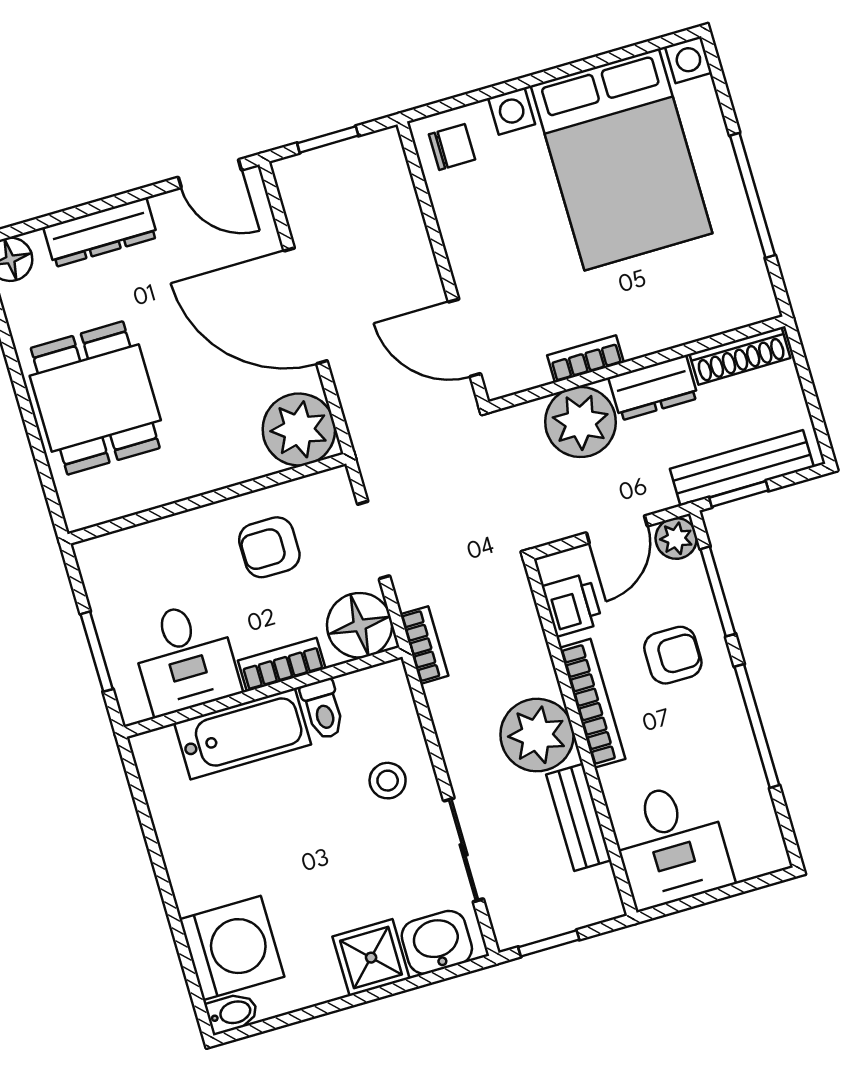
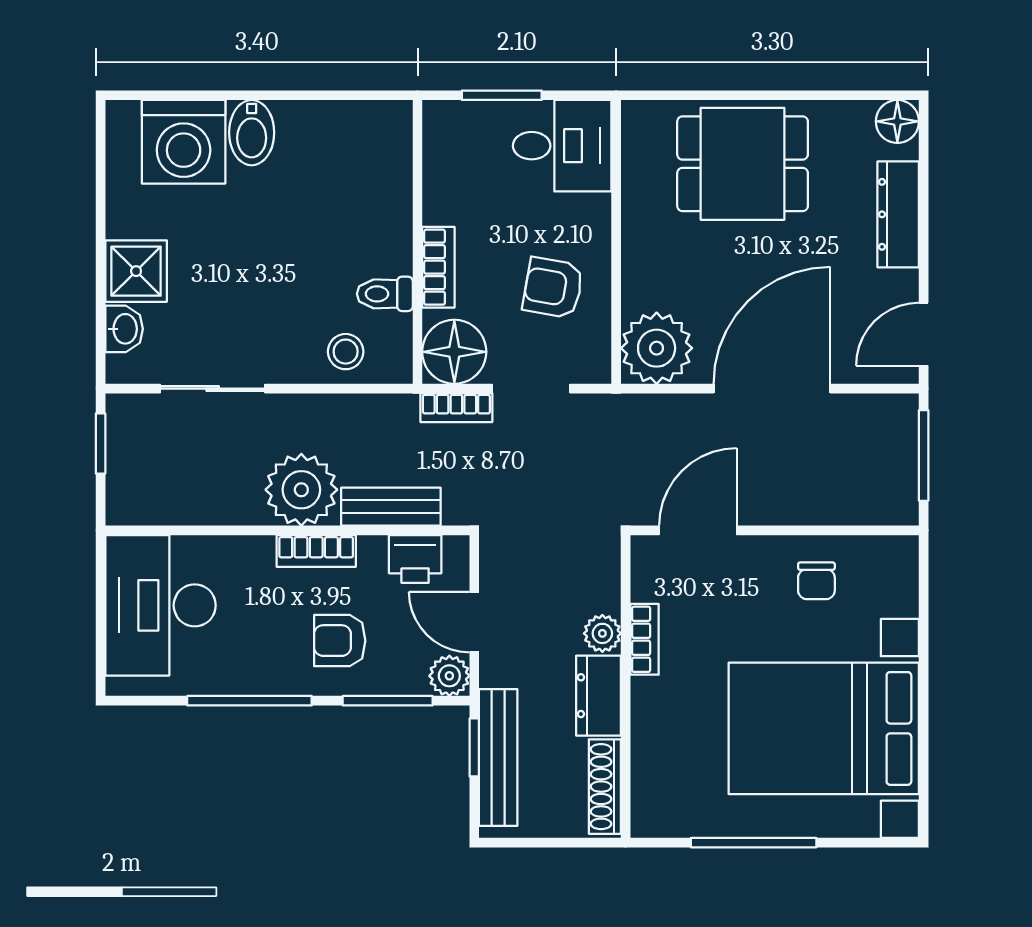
window: (328, 139) -> (924, 455), width x1.50
chair: (452, 147) -> (816, 581), moved
plant: (580, 422) -> (602, 633), width x0.53, depth x0.53
armchair: (269, 547) -> (553, 288), turned -80
bookcase: (424, 645) -> (456, 408), moved
armchair: (673, 655) -> (340, 641), turned 90
desk: (185, 658) -> (562, 146), moved, turned 180
bookcase: (592, 703) -> (316, 551), width x0.64
bathtub: (243, 734) -> (384, 211), removed
stool: (388, 781) -> (346, 352), moved
bench: (579, 817) -> (391, 507), moved
desk: (671, 845) -> (160, 605), width x1.37
washbasin: (437, 942) -> (124, 329), width x0.72, depth x0.69
bidet: (232, 1013) -> (252, 133), moved, width x1.38, depth x1.36

